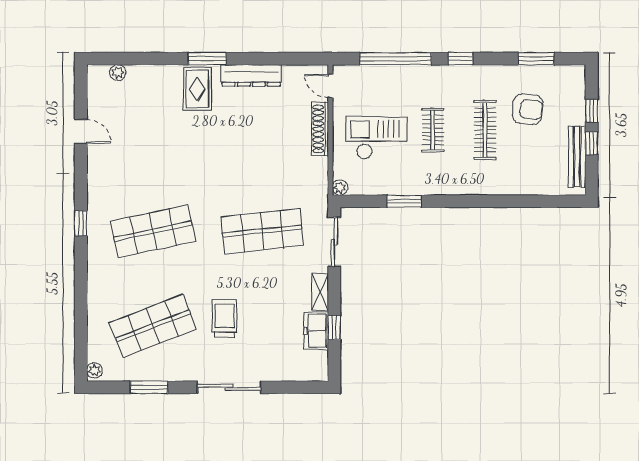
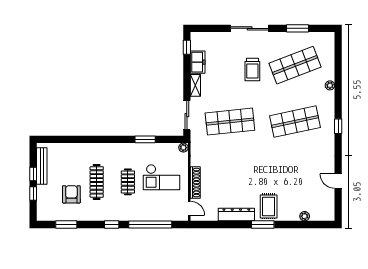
plant: (118, 73) -> (305, 216), moved
armchair: (528, 109) -> (71, 194), turned 84
window: (334, 328) -> (187, 47), moved
plant: (95, 370) -> (330, 85), moved

